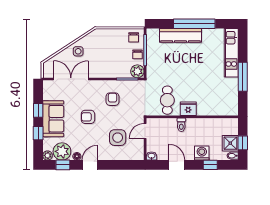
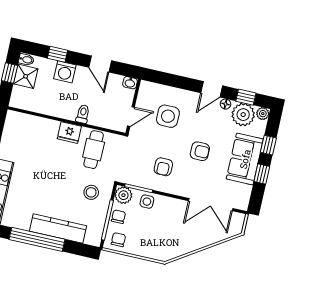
side table: (78, 51) -> (147, 202), moved
stool: (162, 68) -> (91, 192), added

